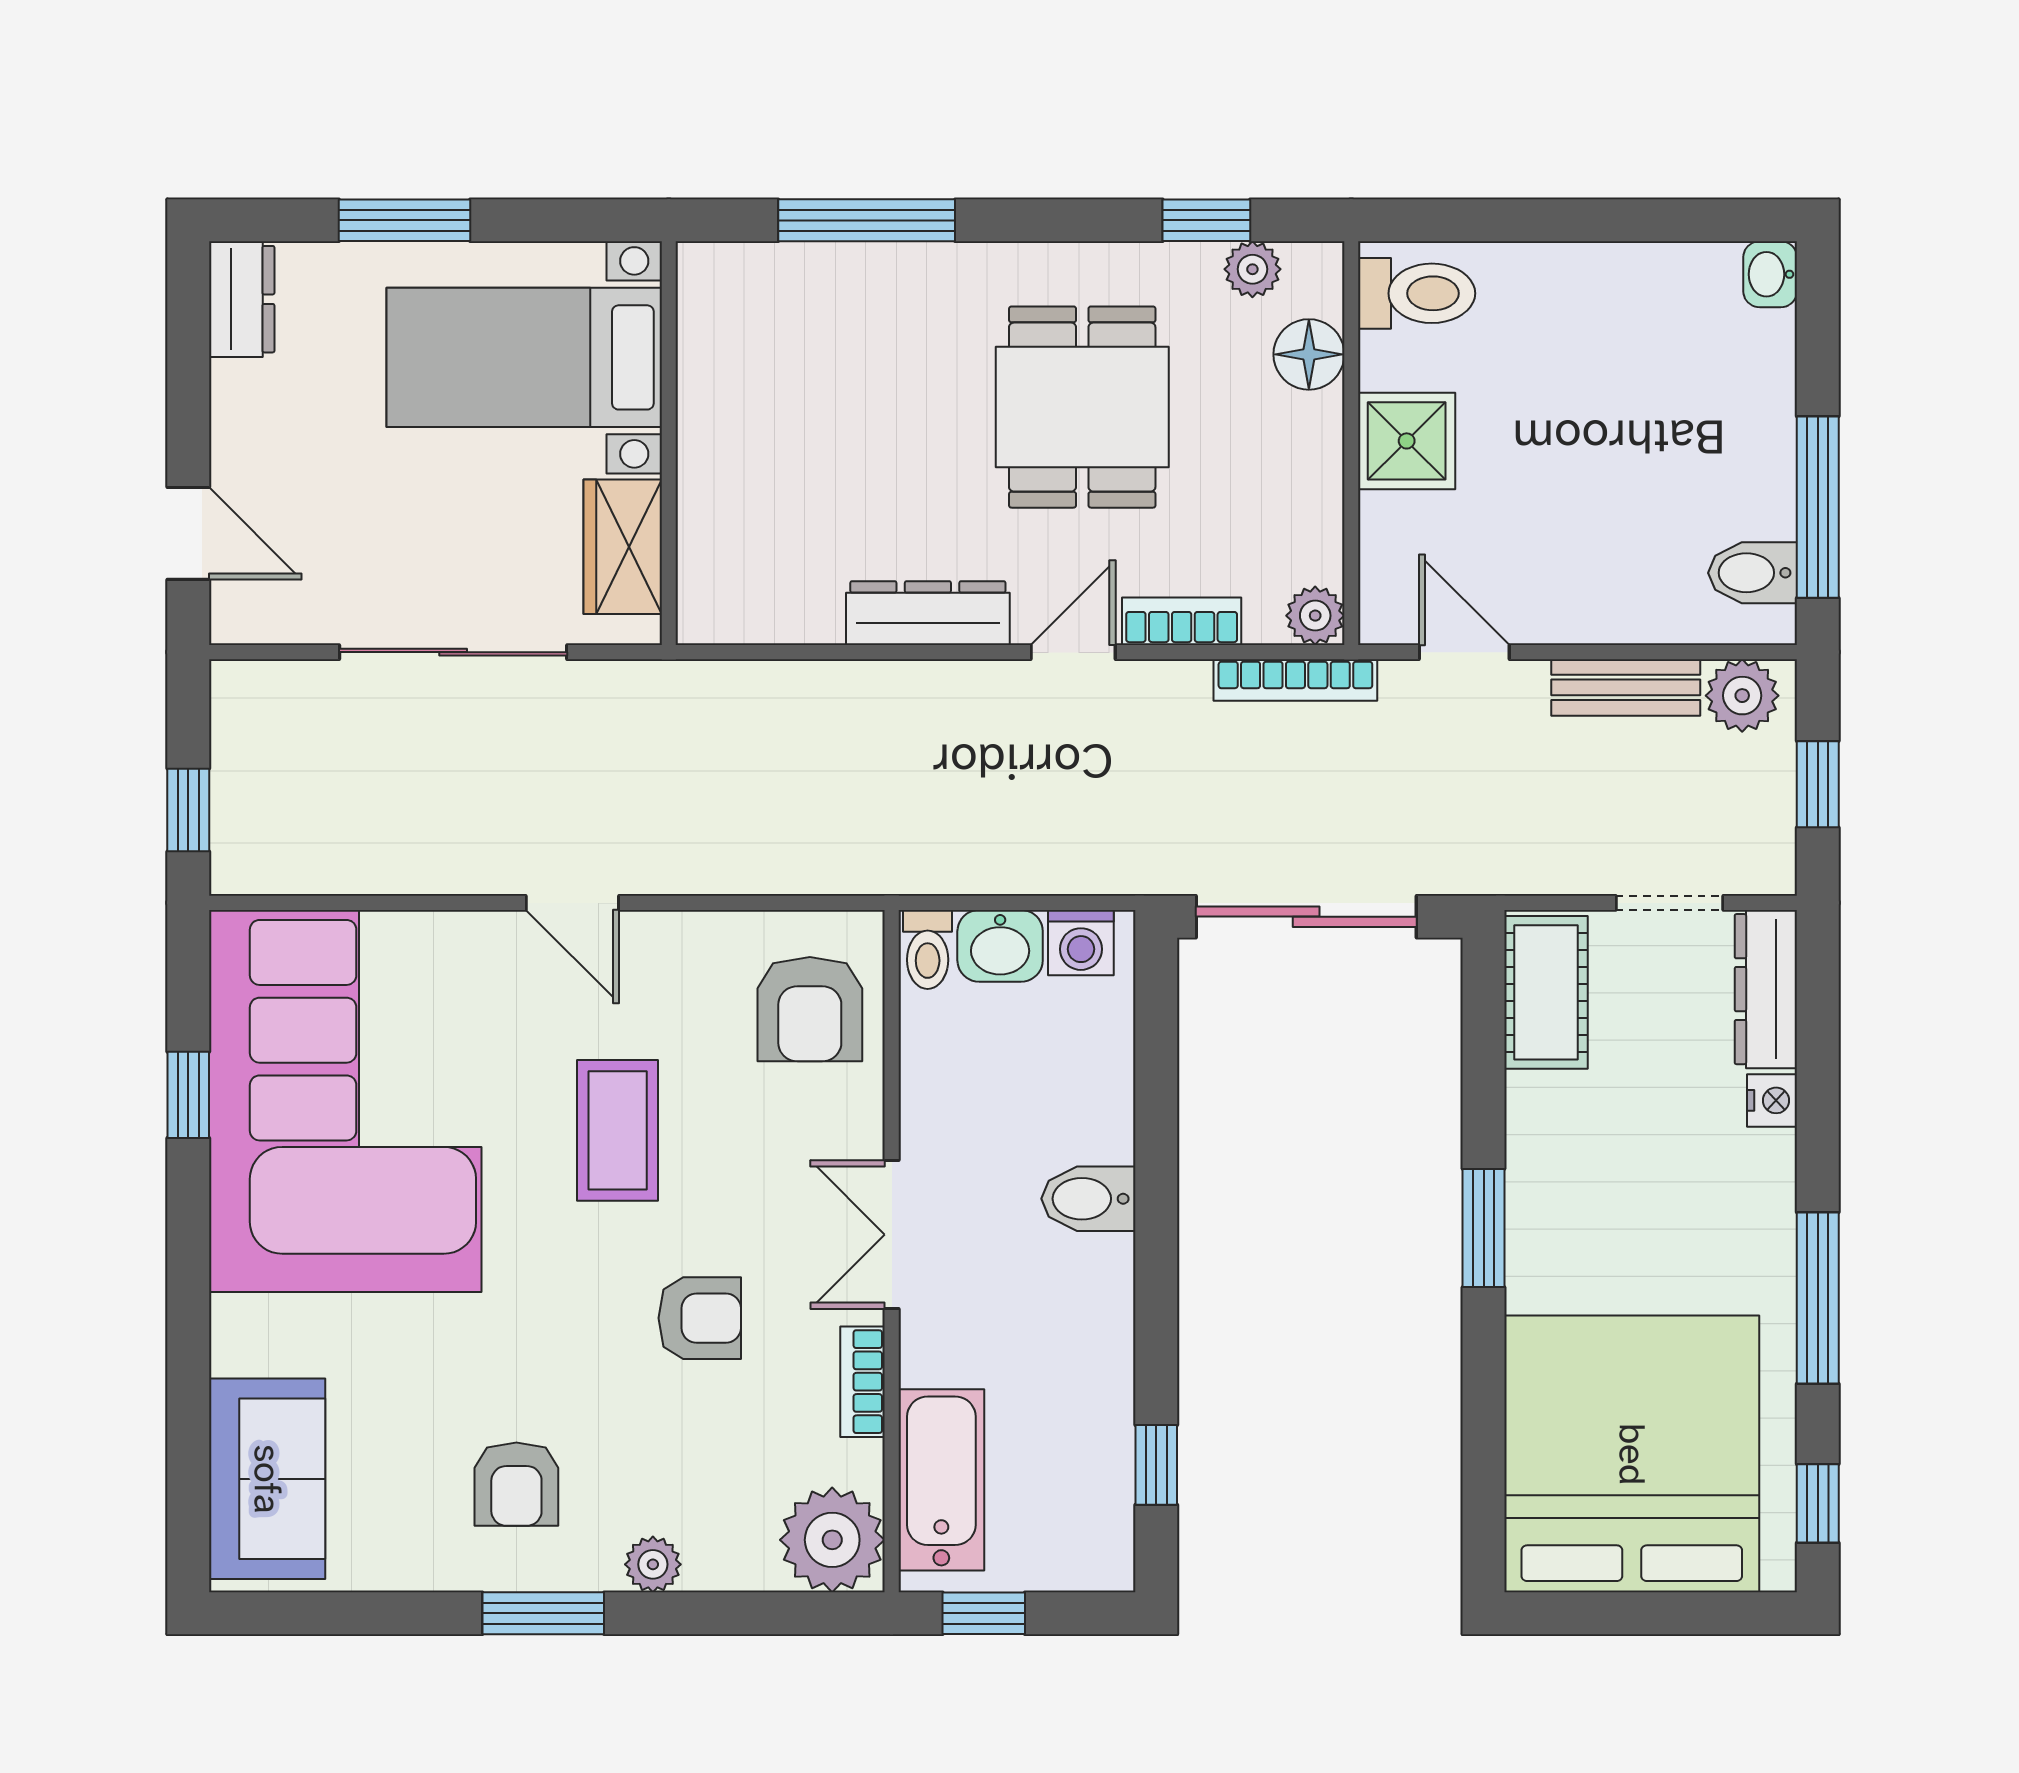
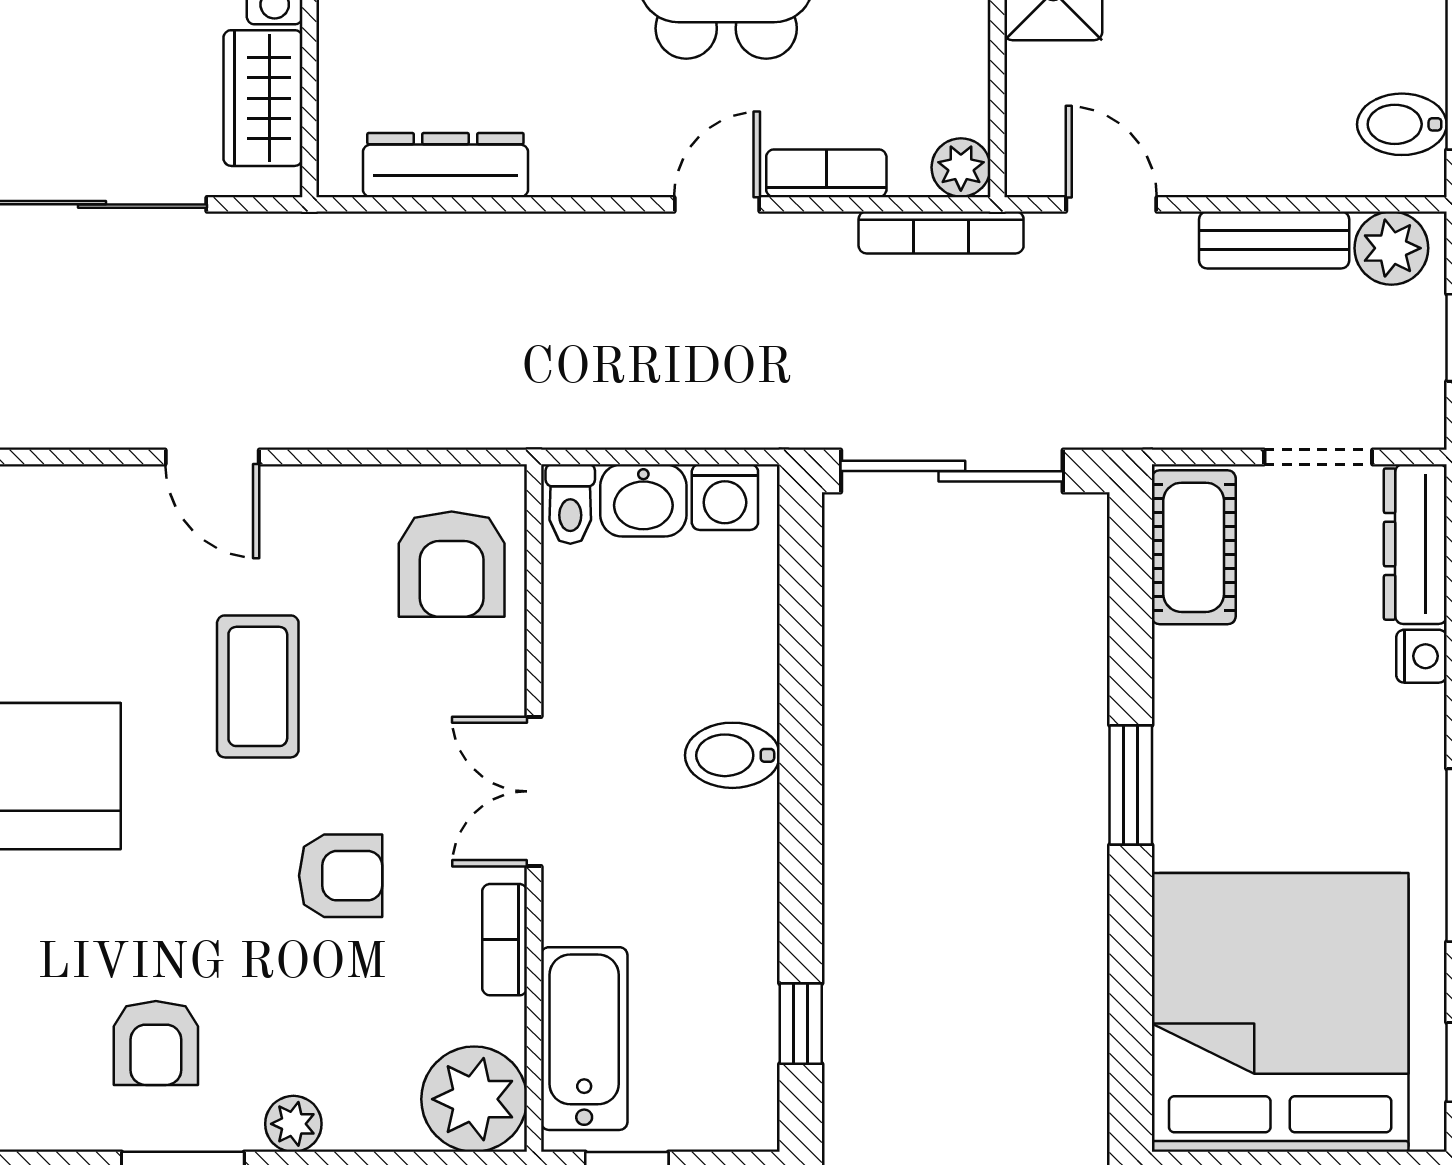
dresser: (928, 613) -> (445, 165), moved

